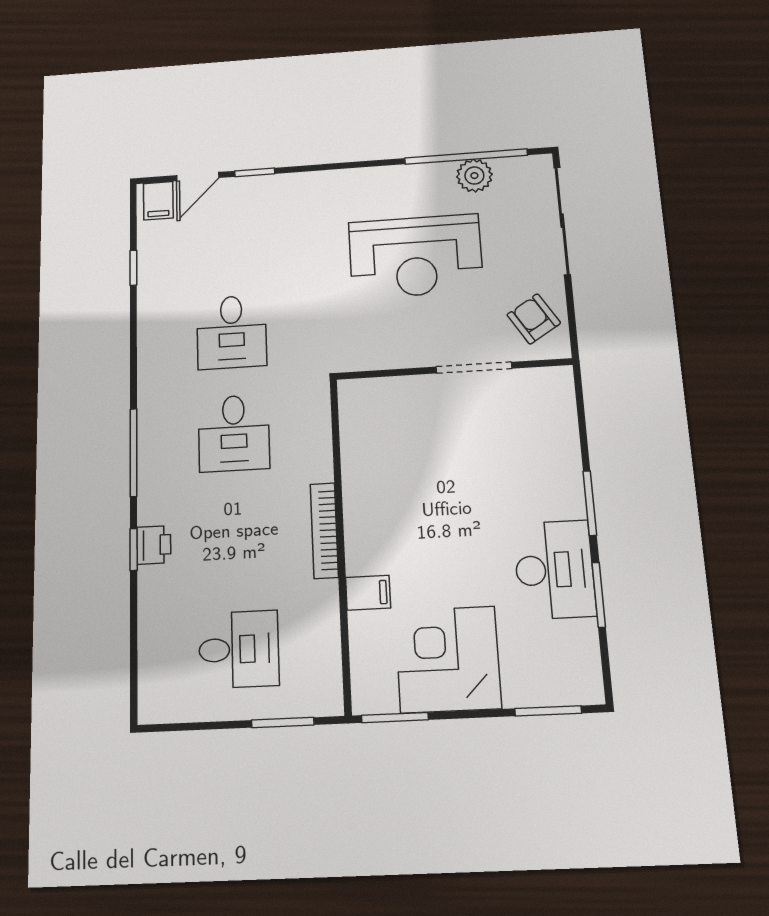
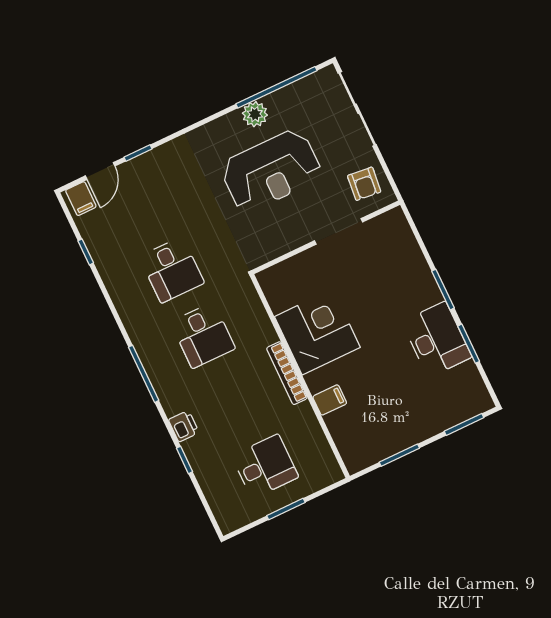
plant: (474, 176) -> (255, 114), moved
armchair: (534, 319) -> (364, 184), turned -142
window: (134, 549) -> (184, 460), moved
corner desk: (448, 659) -> (317, 332), moved, turned 90
window: (395, 718) -> (399, 455), moved
window: (283, 722) -> (286, 509), moved

